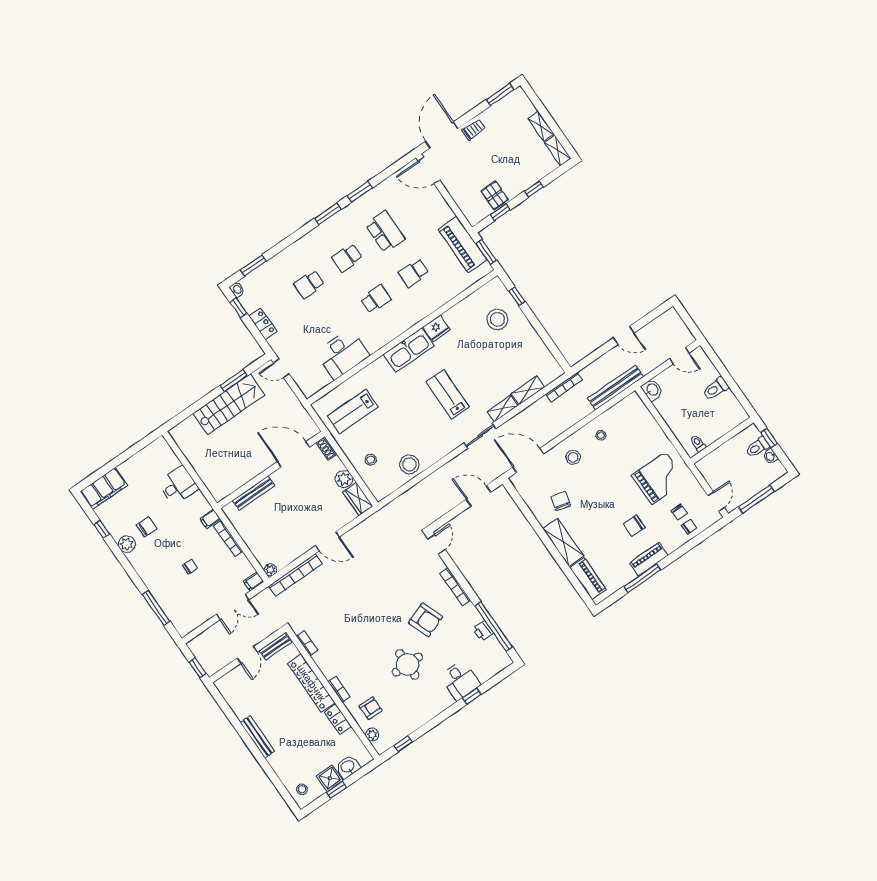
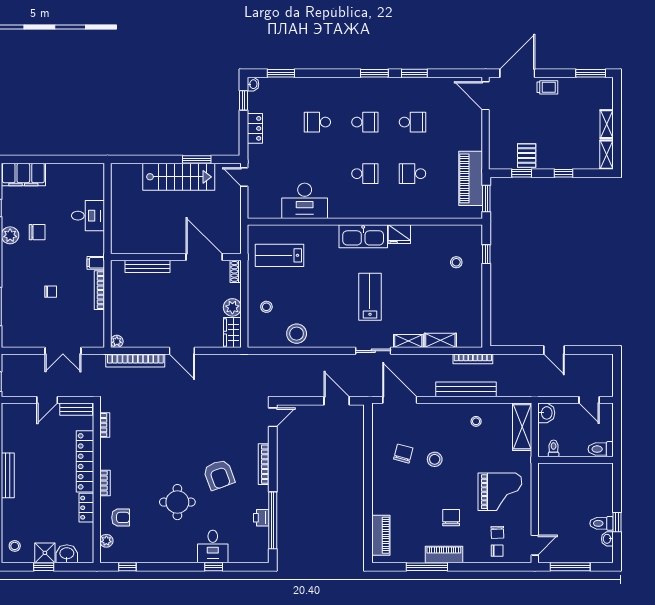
school desk: (385, 232) -> (412, 122), width x0.54
school desk: (347, 258) -> (365, 122), turned 180
stool: (497, 319) -> (456, 262), width x0.53, depth x0.53
bench: (615, 387) -> (466, 389), moved
wall: (722, 440) -> (575, 460), moved
toilet: (698, 443) -> (554, 448), moved
stool: (573, 457) -> (435, 459), moved
chair: (634, 526) -> (451, 518), turned 90
shelving: (563, 542) -> (522, 427), moved
filing cabinet: (254, 581) -> (96, 341), removed

